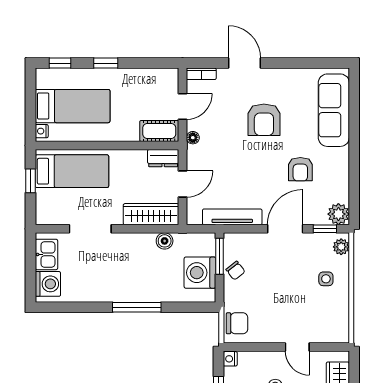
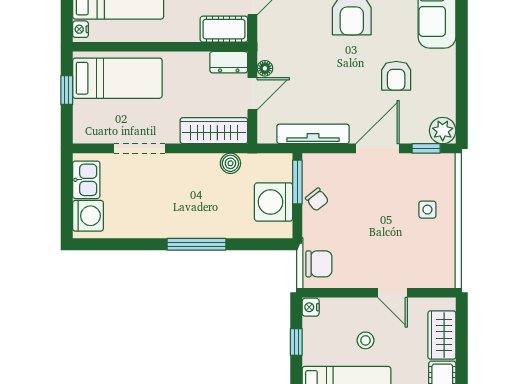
floor lamp: (193, 138) -> (265, 68), moved
plant: (341, 247) -> (446, 170), removed

